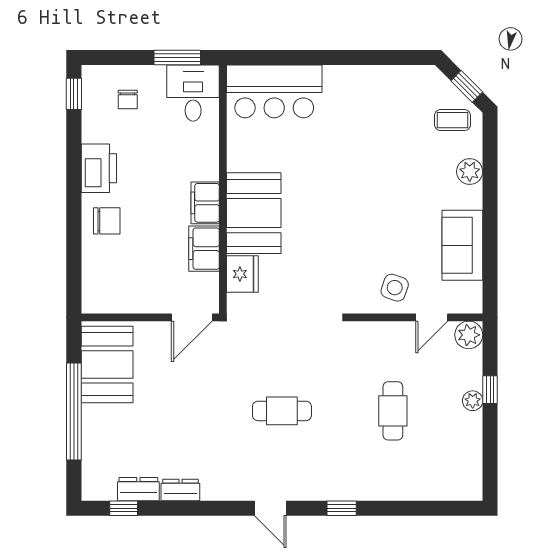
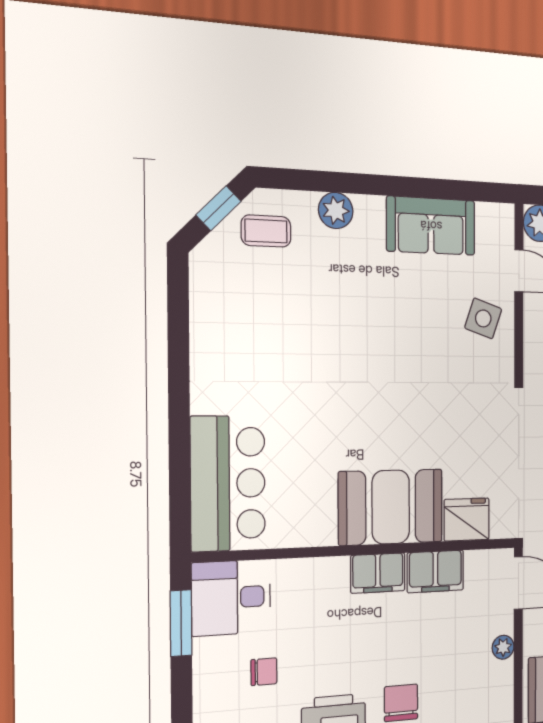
chair: (128, 99) -> (264, 672), moved
coffee table: (452, 120) -> (266, 231), turned 90
plant: (143, 305) -> (503, 647), added

